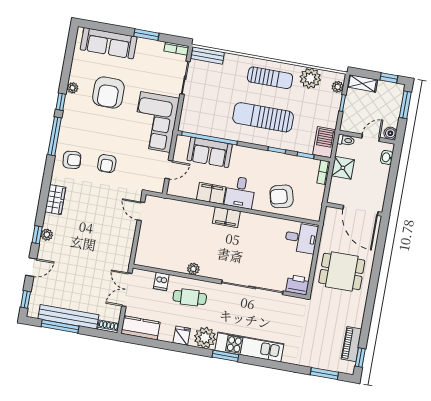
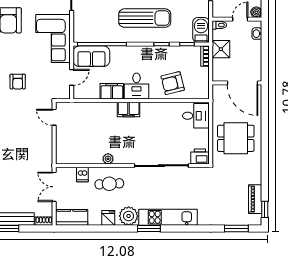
sun lounger: (263, 117) -> (145, 18), turned 180
sofa: (210, 152) -> (91, 56), moved

